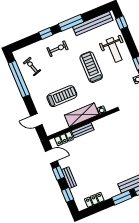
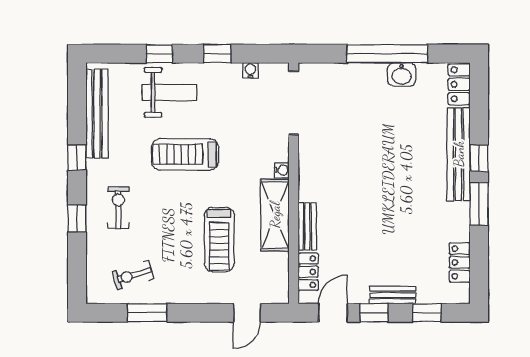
window: (71, 23) -> (77, 158), width x0.46
window: (122, 23) -> (159, 54), moved
window: (19, 79) -> (147, 313), width x0.47
treadmill: (62, 96) -> (219, 239), turned 180

